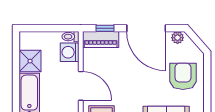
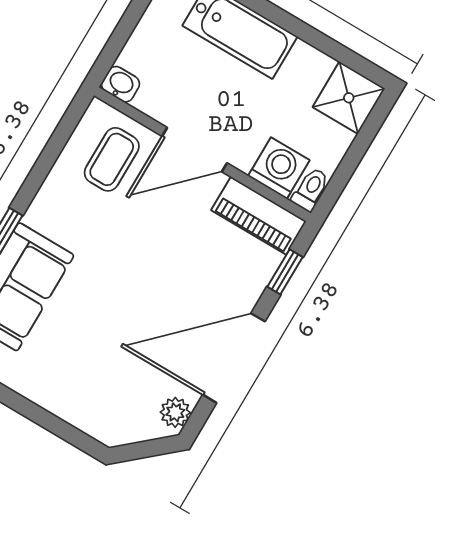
piano: (101, 39) -> (259, 216), moved, turned -90
shower: (30, 61) -> (349, 98), moved
armchair: (183, 76) -> (87, 376), removed

